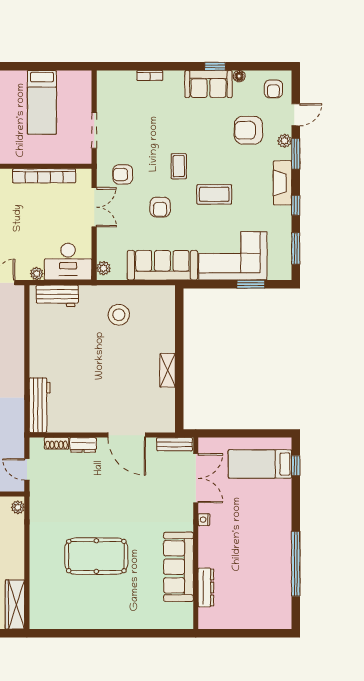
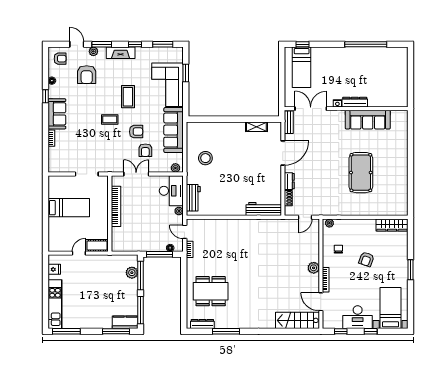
sofa: (209, 84) -> (57, 114), moved
armchair: (123, 174) -> (145, 150), moved
shelving: (168, 370) -> (256, 127), moved
dresser: (206, 587) -> (355, 102), moved

